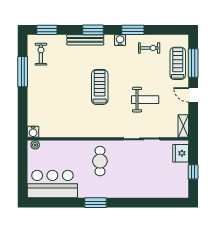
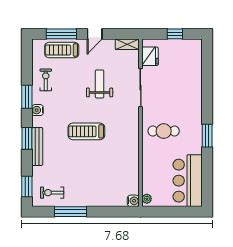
fridge: (181, 153) -> (150, 56), moved, turned -90

